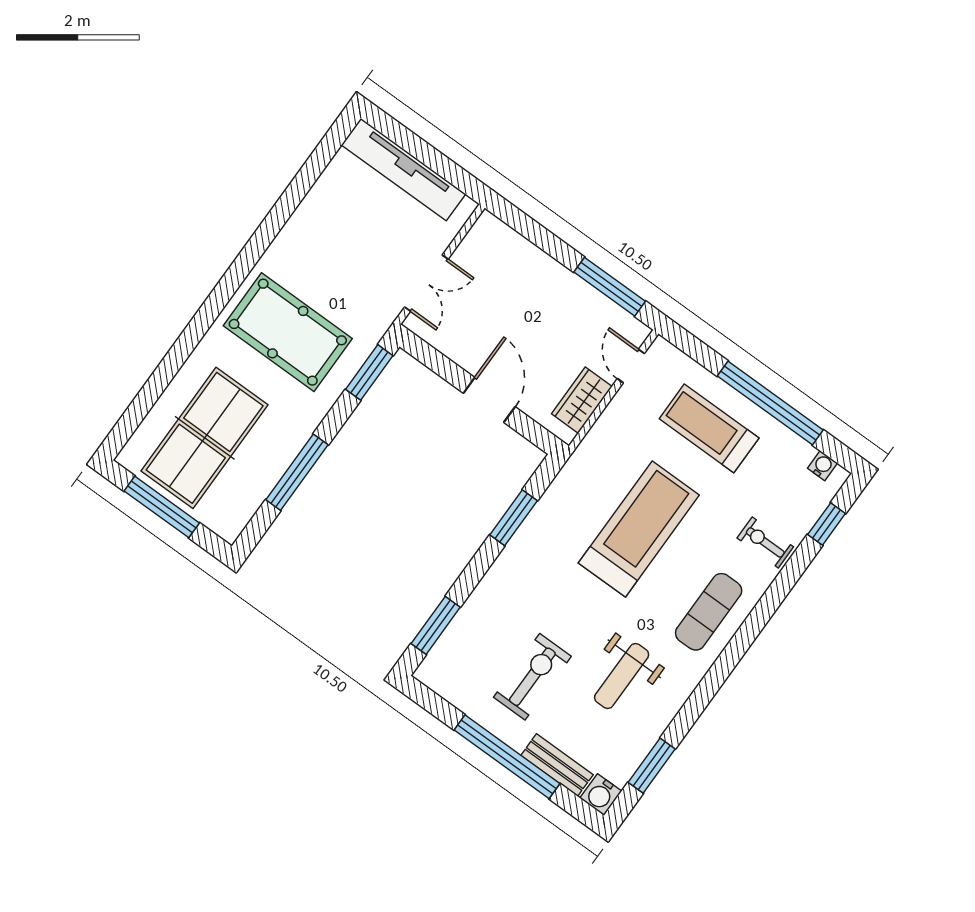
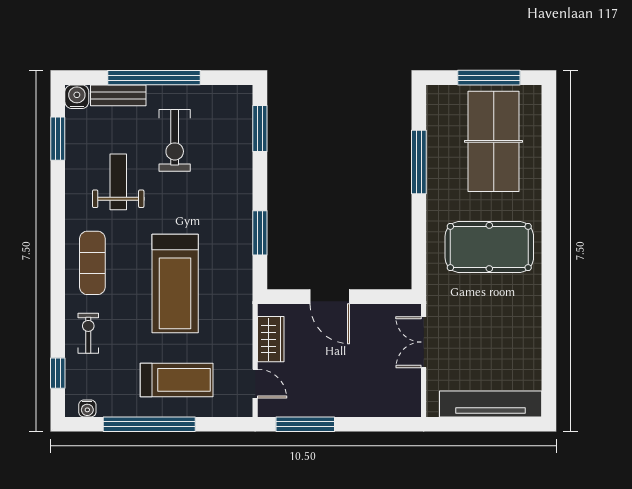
window: (369, 372) -> (419, 259), removed
exercise bike: (765, 542) -> (88, 333), turned -90

